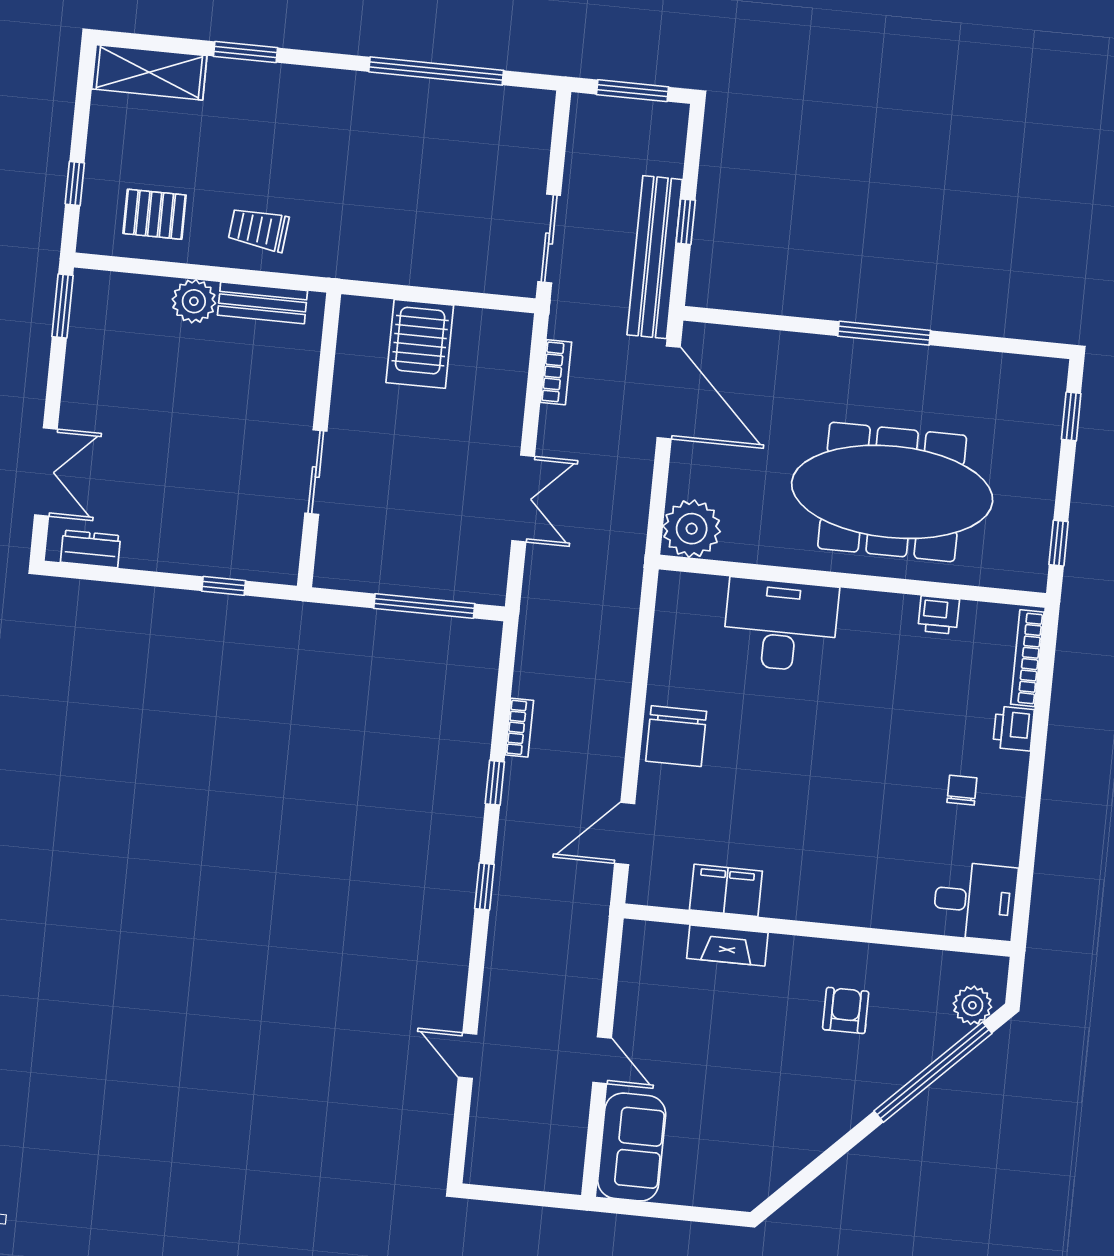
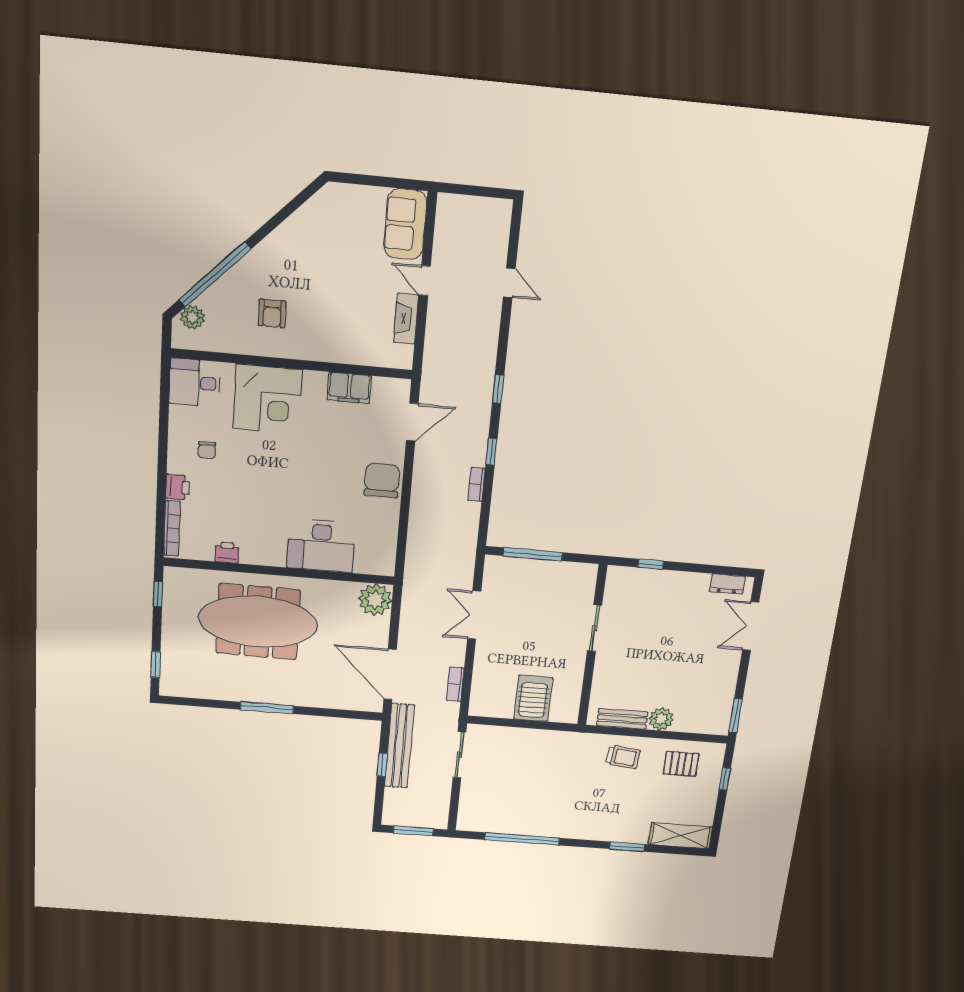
corner desk: (859, 873) -> (267, 399), added
fireplace: (727, 945) -> (406, 319), moved, turned -90

